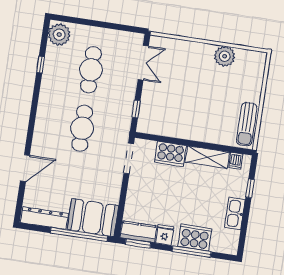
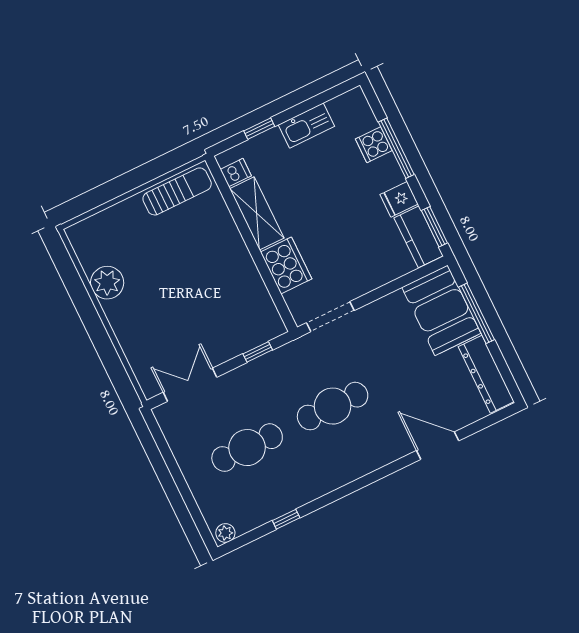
plant: (59, 35) -> (225, 533), width x0.53, depth x0.53
window: (79, 234) -> (476, 313), width x0.68
cooker: (195, 238) -> (374, 145), width x0.53, depth x0.76

